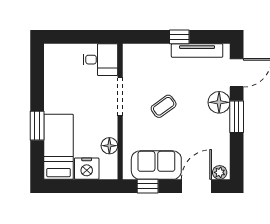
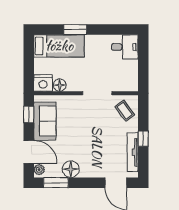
desk: (100, 60) -> (125, 47), moved, turned -90
floor lamp: (219, 102) -> (71, 169), moved
coffee table: (164, 106) -> (125, 111), moved
window: (237, 117) -> (56, 183), moved
nightstand: (87, 169) -> (43, 83), moved, turned -90

